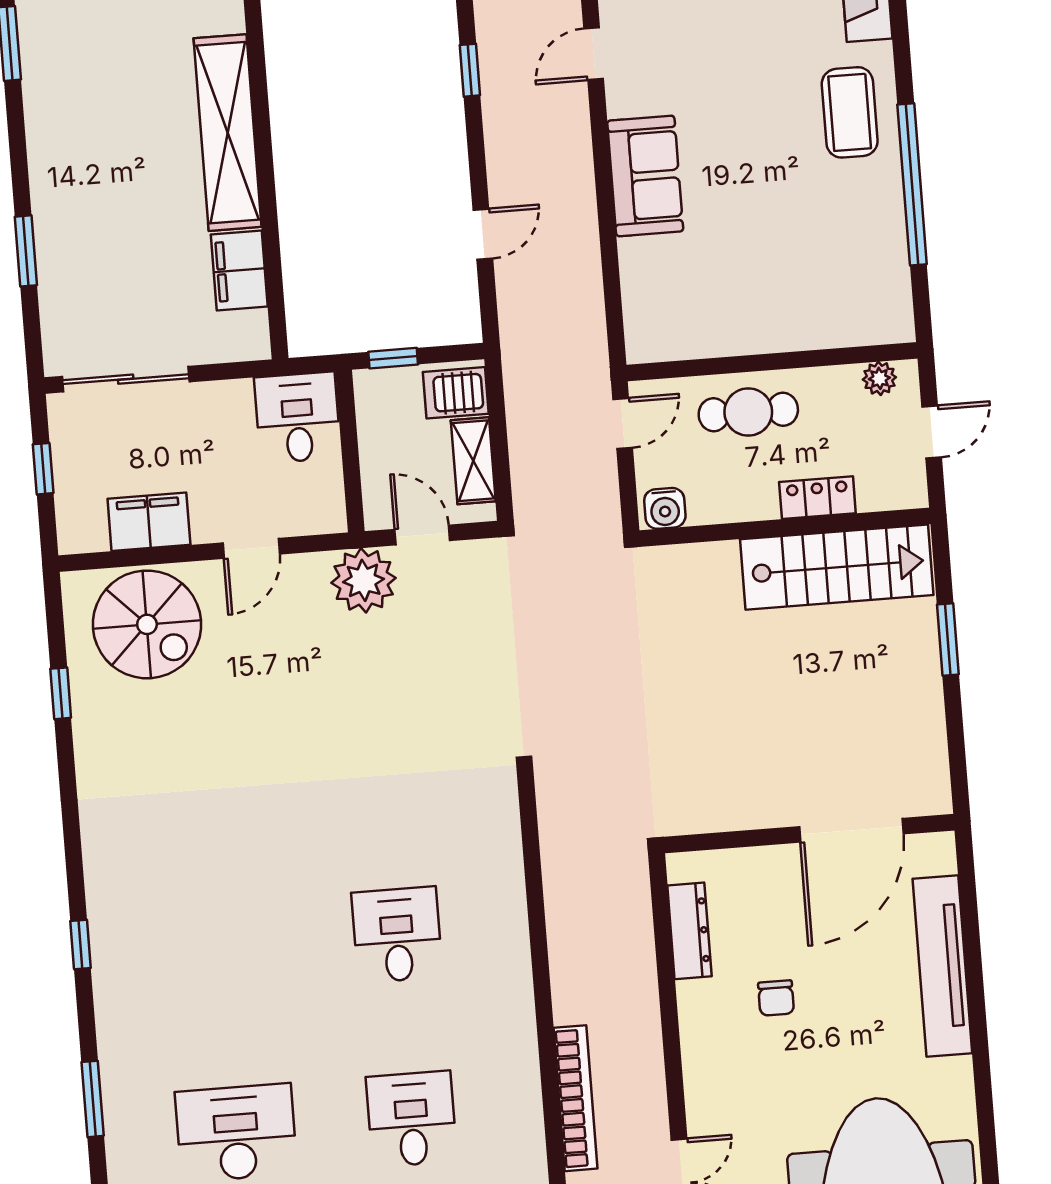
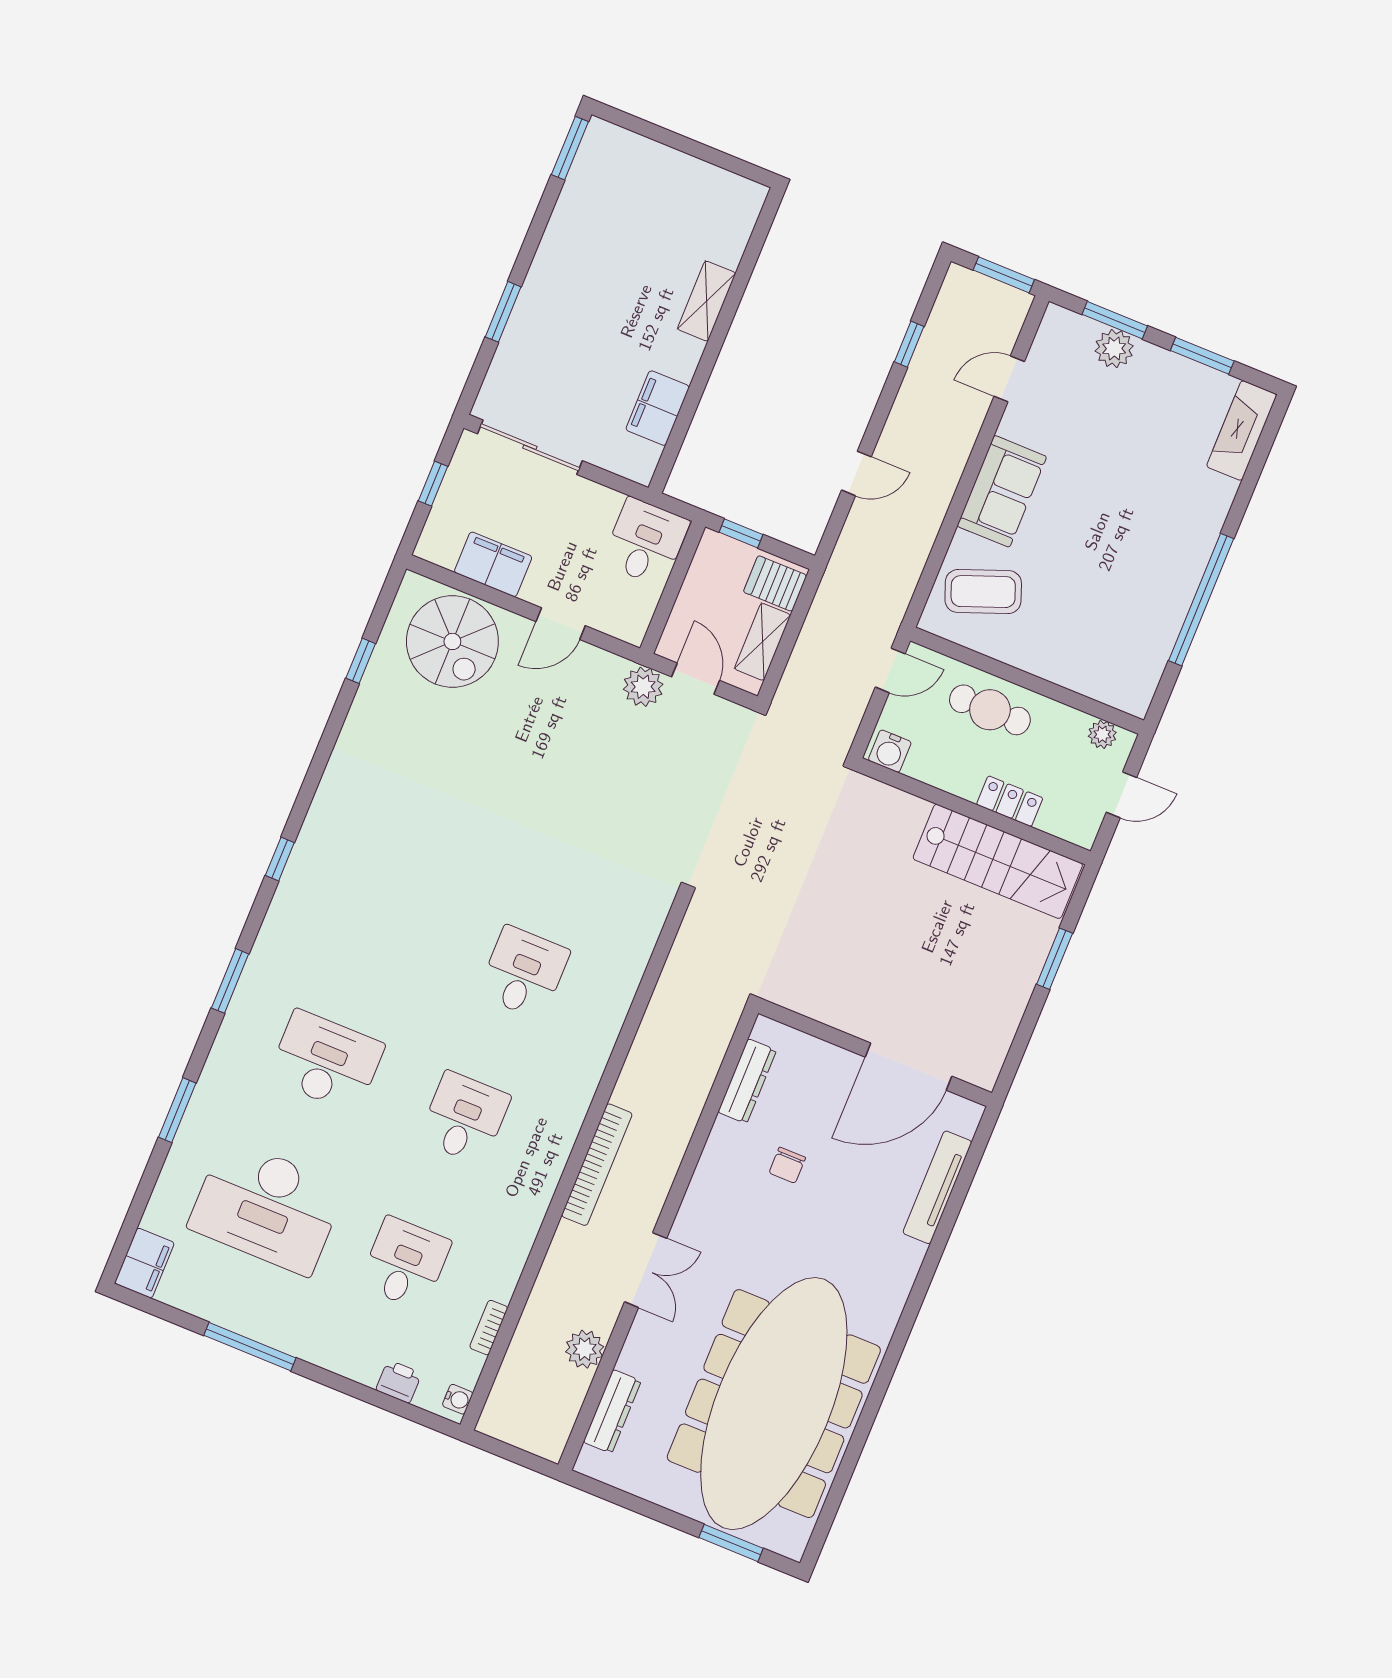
coffee table: (850, 112) -> (983, 592), moved, turned 69
shelving: (228, 133) -> (707, 301), width x0.45, depth x0.75
plant: (364, 580) -> (643, 687), width x0.73, depth x0.73
tv unit: (942, 966) -> (937, 1187), width x0.73, depth x0.78

